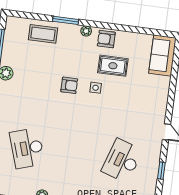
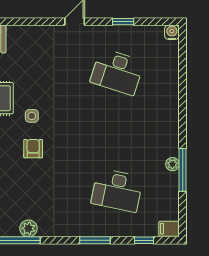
desk: (27, 148) -> (117, 190), turned 30

